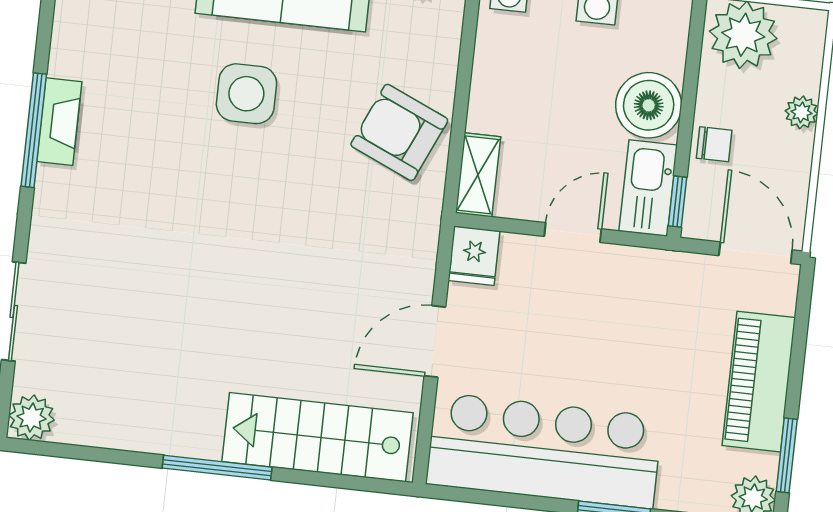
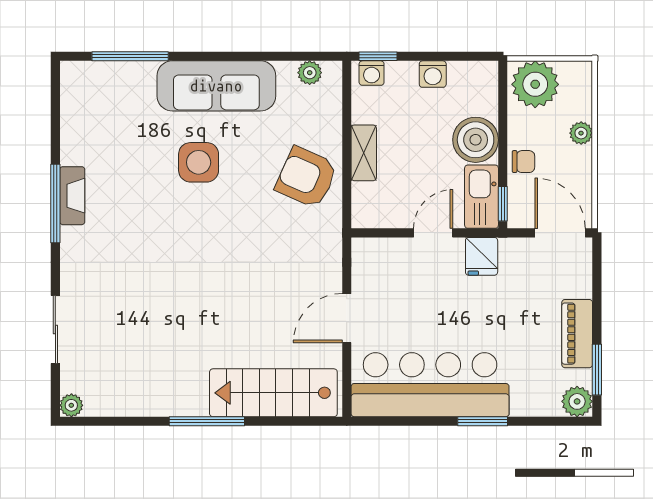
shelving: (478, 175) -> (364, 153), moved
fridge: (474, 256) -> (482, 256), moved
piano: (759, 382) -> (577, 334), width x0.73, depth x0.75
plant: (32, 418) -> (71, 405), width x0.73, depth x0.73

